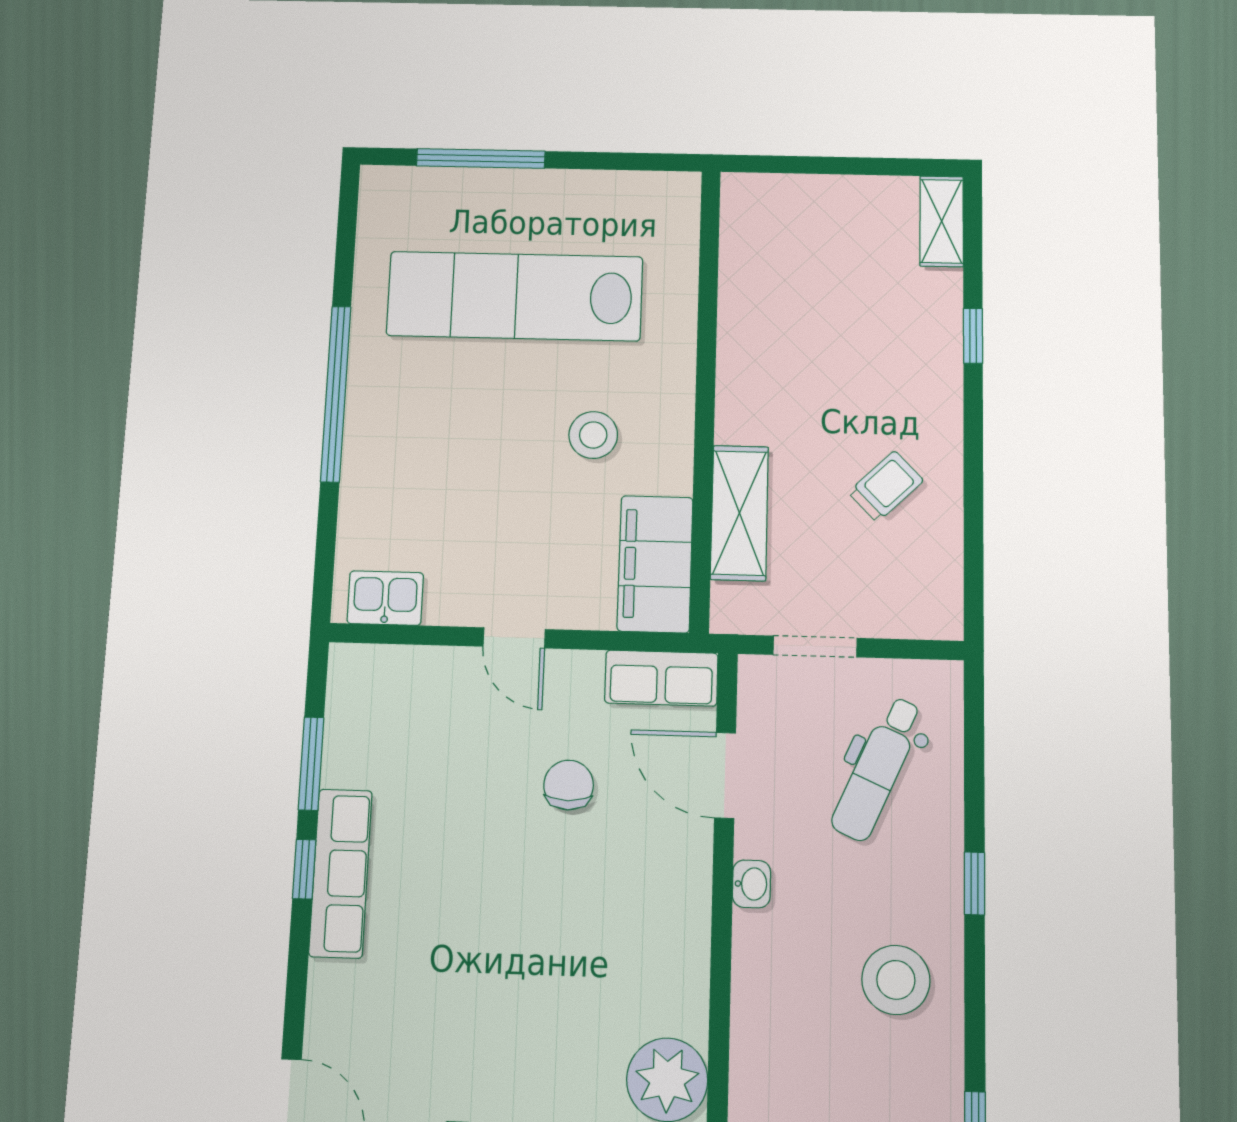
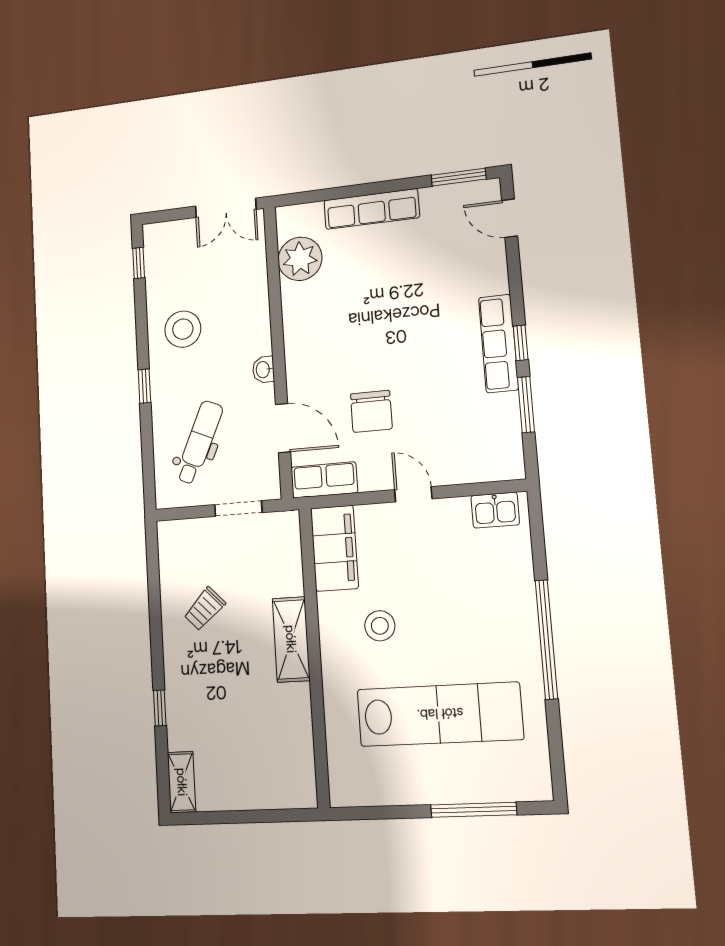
shelving: (739, 513) -> (291, 639), moved
chair: (569, 785) -> (371, 411), width x1.37, depth x1.37

